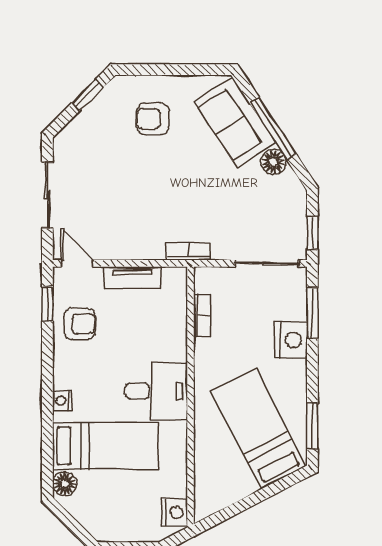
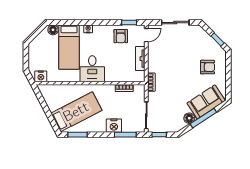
armchair: (153, 119) -> (207, 67), turned 90

